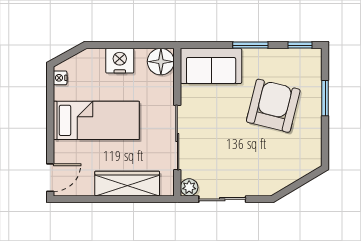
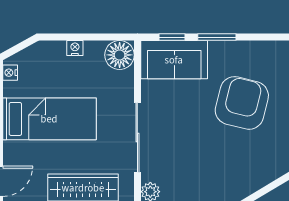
window: (300, 45) -> (172, 37), moved
nightstand: (120, 61) -> (75, 48), width x0.53, depth x0.56

